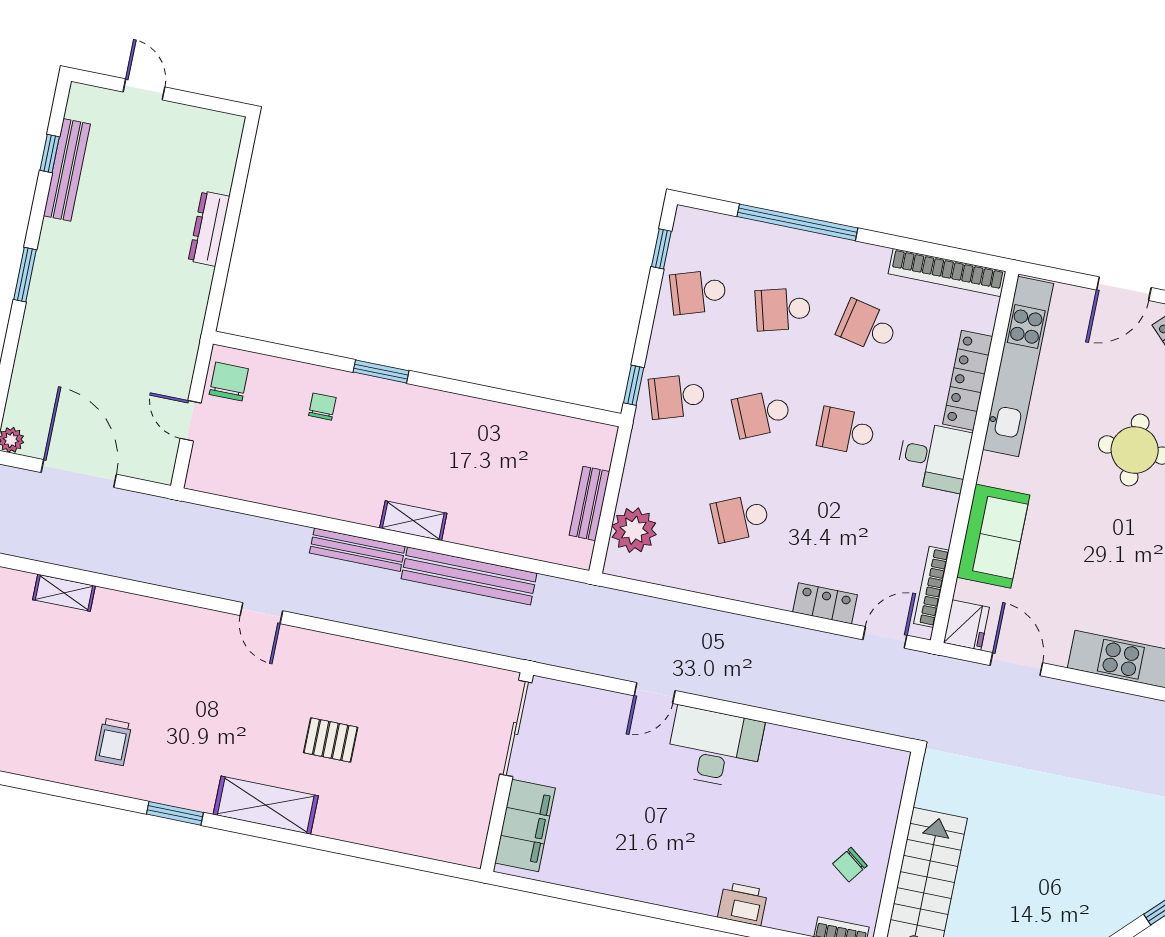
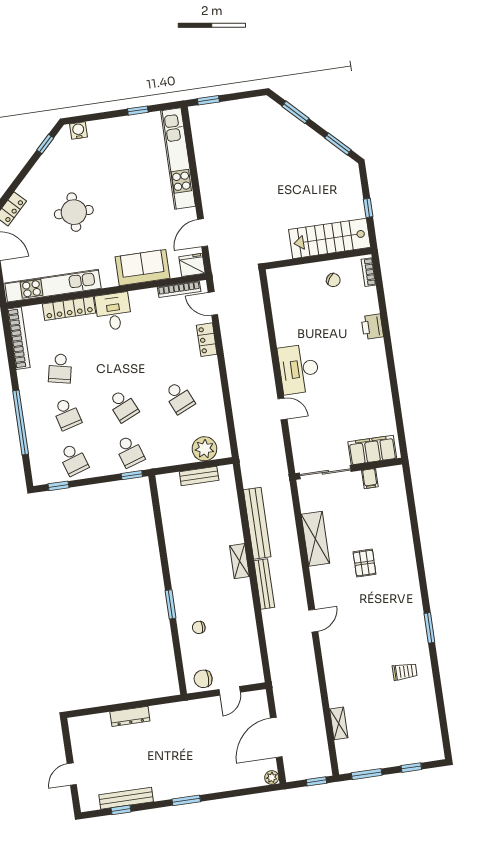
school desk: (846, 431) -> (116, 360), removed
filing cabinet: (476, 803) -> (370, 479), added
shelving: (266, 805) -> (315, 539), moved

